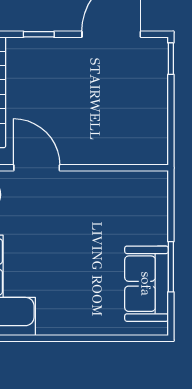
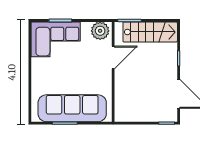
sofa: (146, 284) -> (72, 108), width x1.85, depth x1.27

